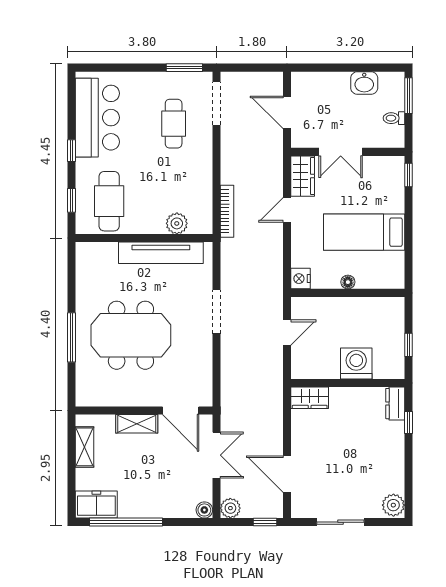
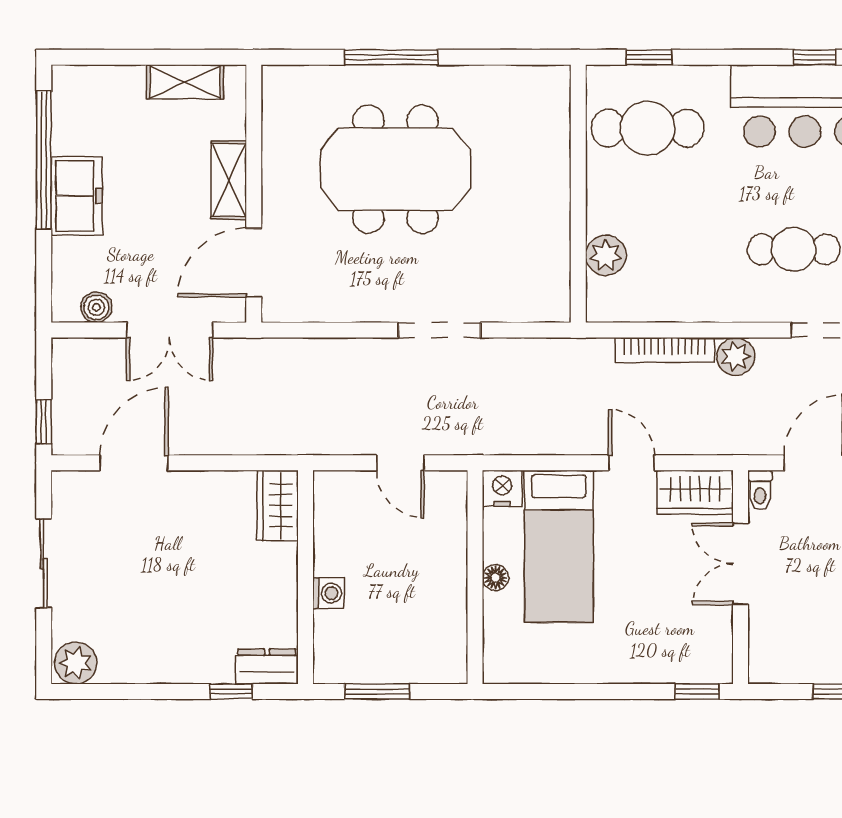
toilet: (394, 118) -> (760, 490), moved, turned 180
window: (72, 151) -> (815, 57), moved
bookcase: (227, 211) -> (665, 350), moved
bed: (364, 232) -> (559, 546), moved, turned 180
tv unit: (161, 253) -> (551, 226), removed
meeting table: (131, 335) -> (395, 169), turned 90
window: (408, 345) -> (377, 691), width x1.50
washing machine: (356, 363) -> (328, 593), width x0.53, depth x0.53
freezer: (96, 505) -> (77, 196), moved
plant: (230, 508) -> (736, 356), moved
boiler: (204, 510) -> (96, 307), moved

